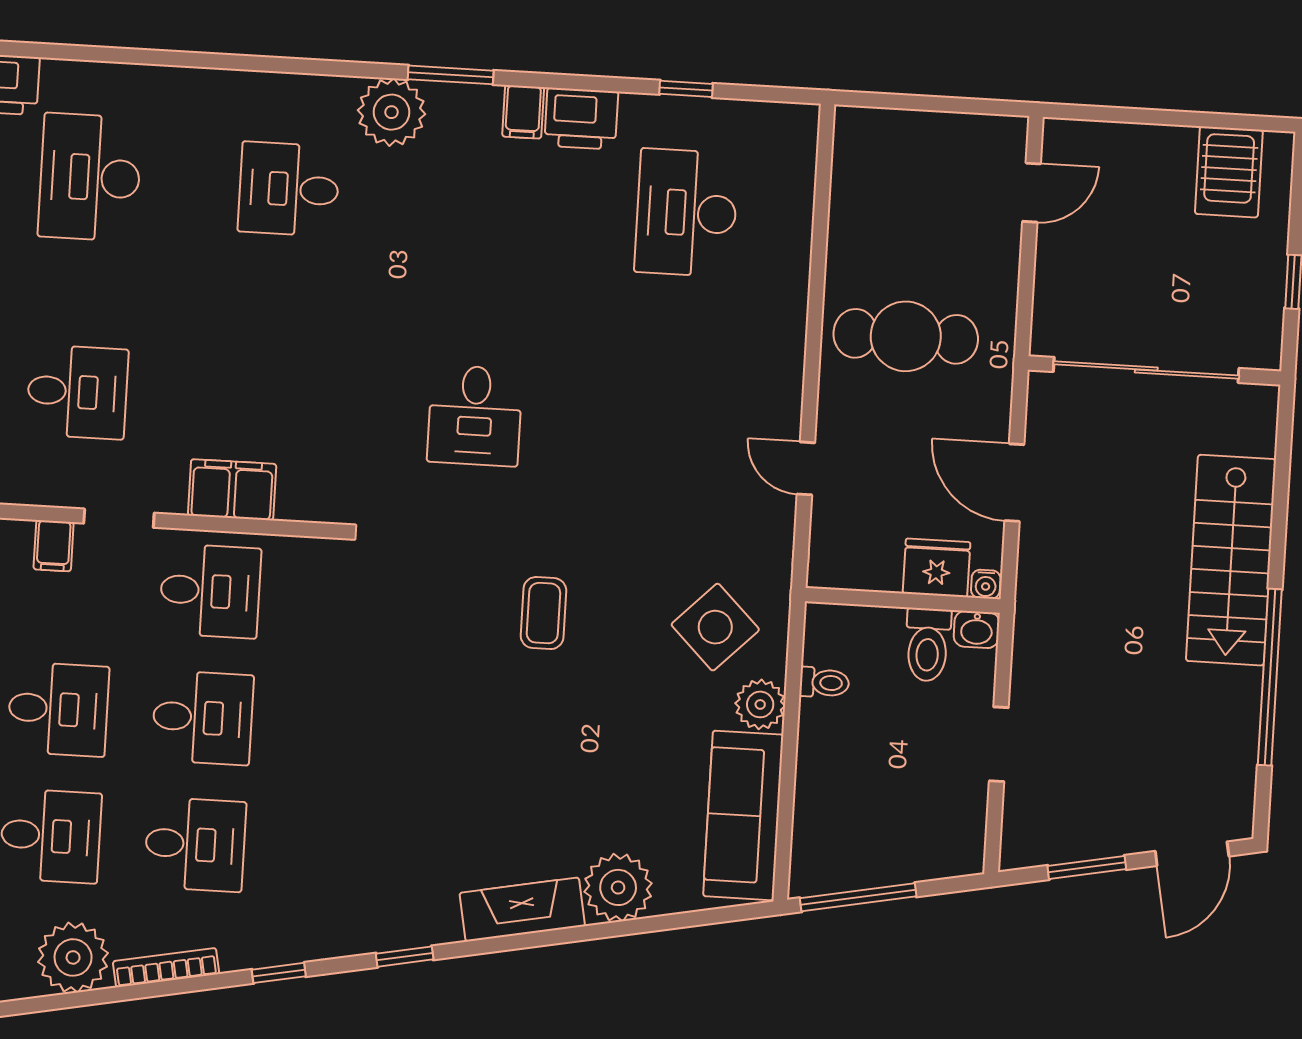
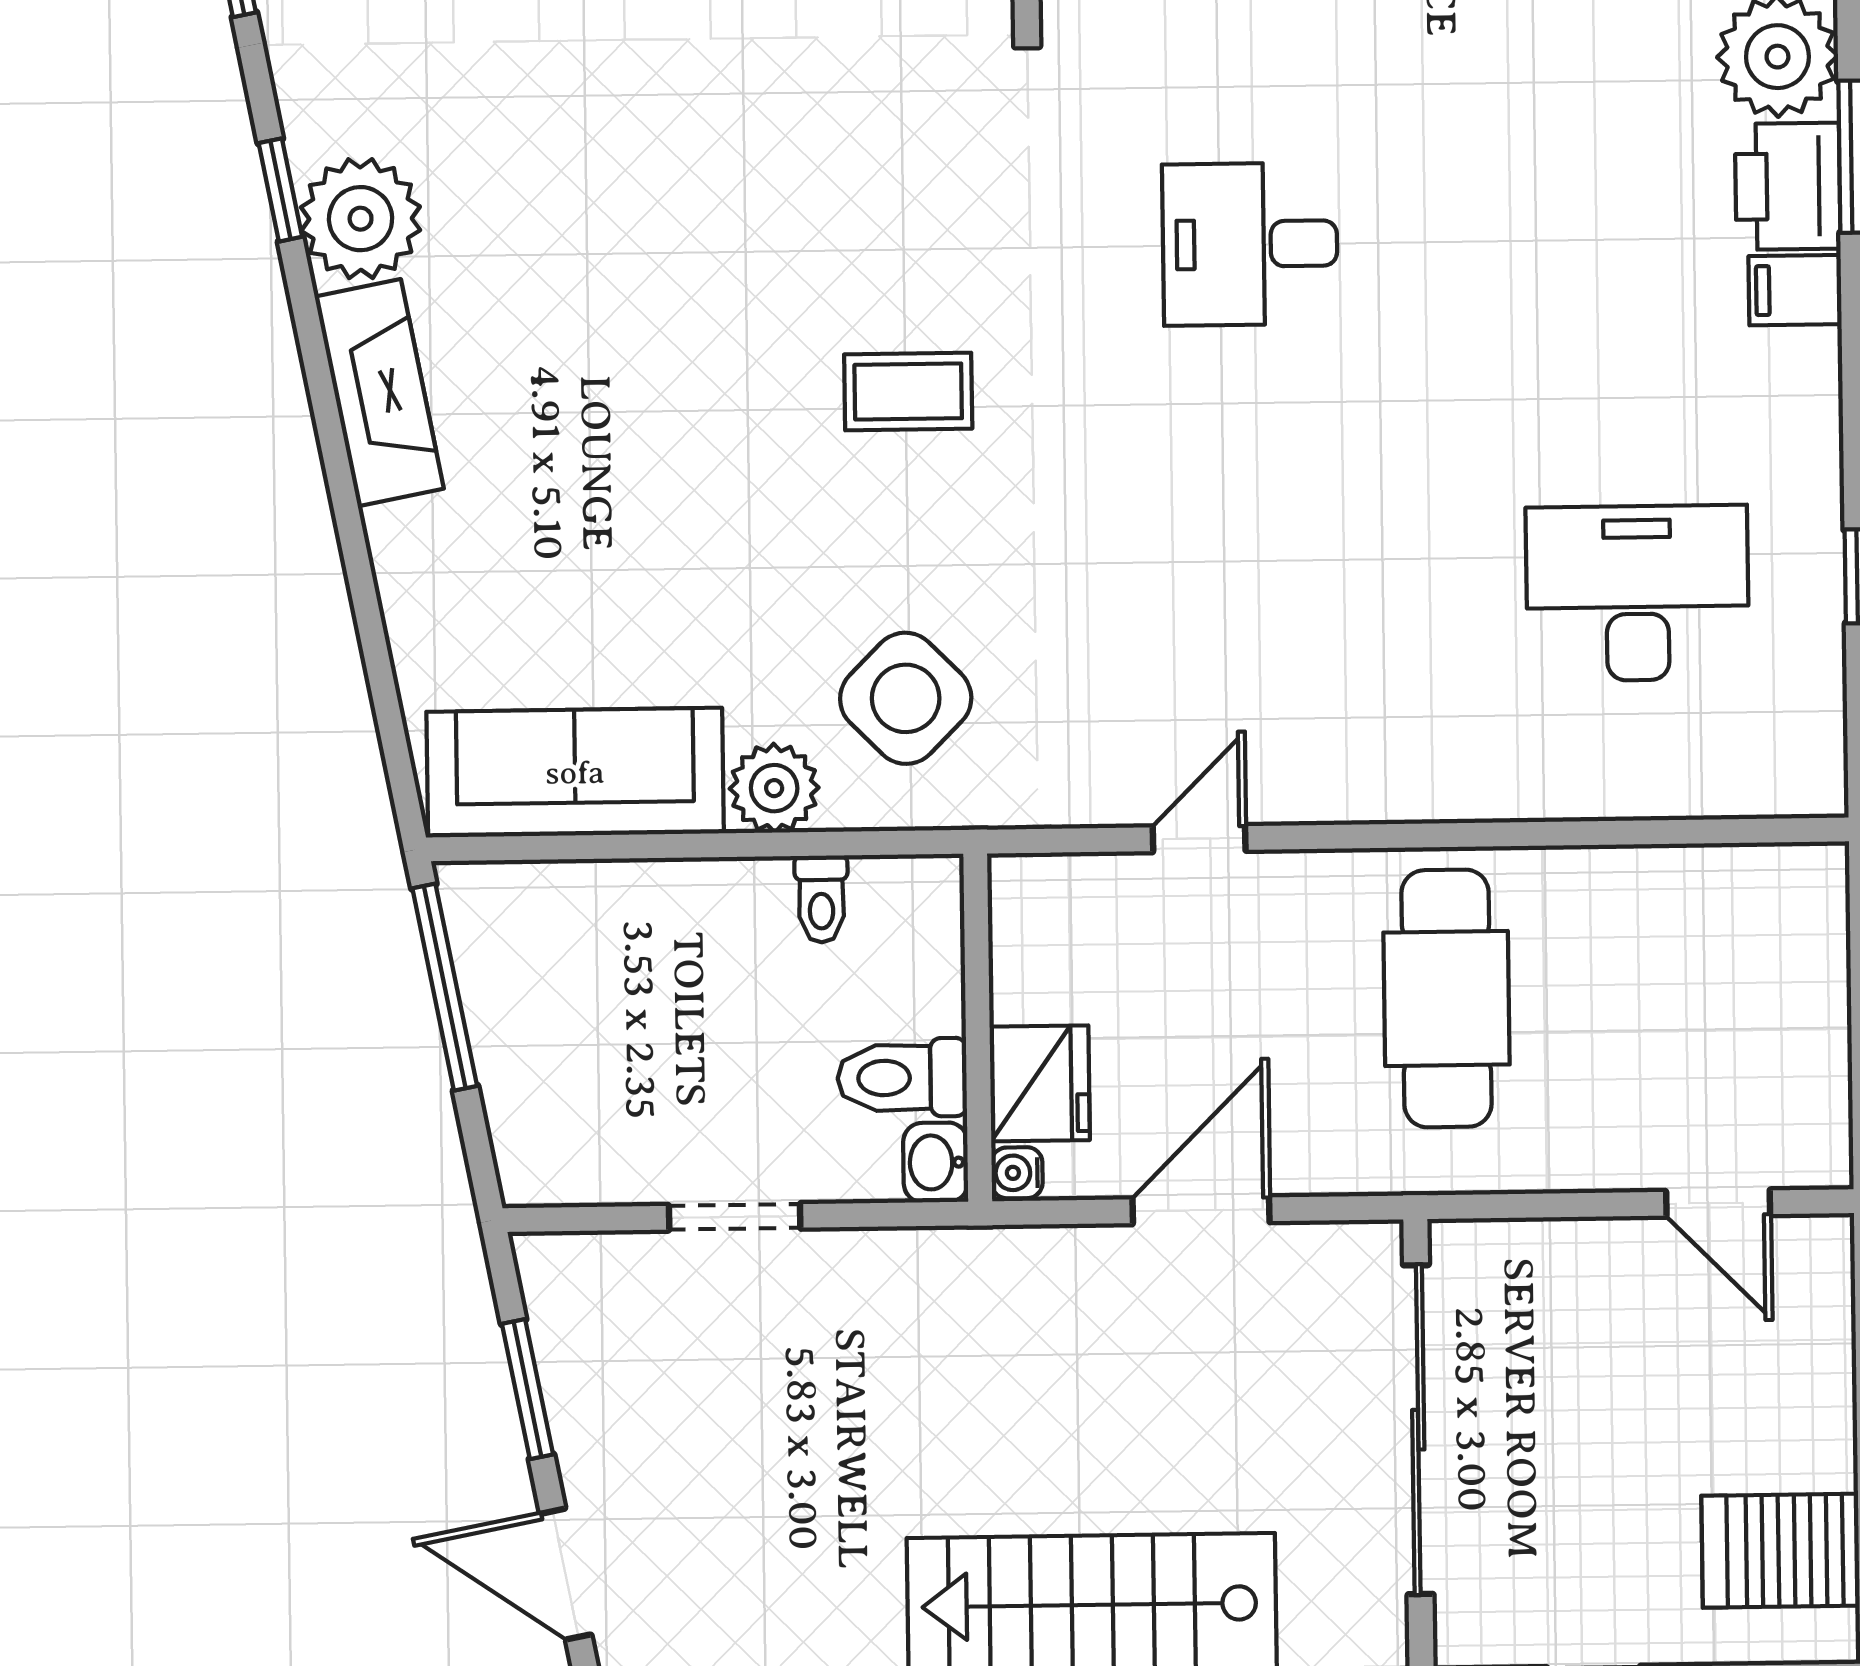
printer: (581, 119) -> (1788, 186), moved
plant: (618, 887) -> (361, 219), moved

